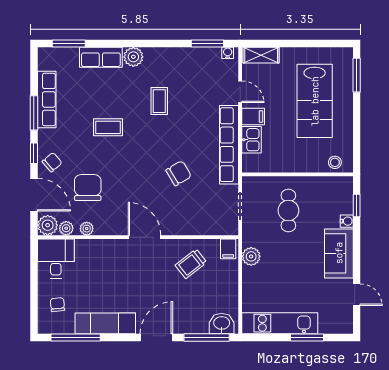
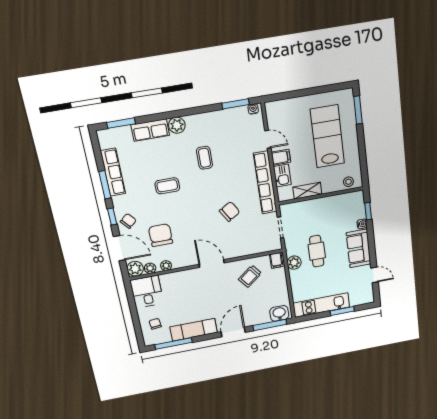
shelving: (261, 55) -> (307, 191), moved
lab bench: (315, 101) -> (327, 136), turned 180
cafe table: (288, 210) -> (317, 251), moved

